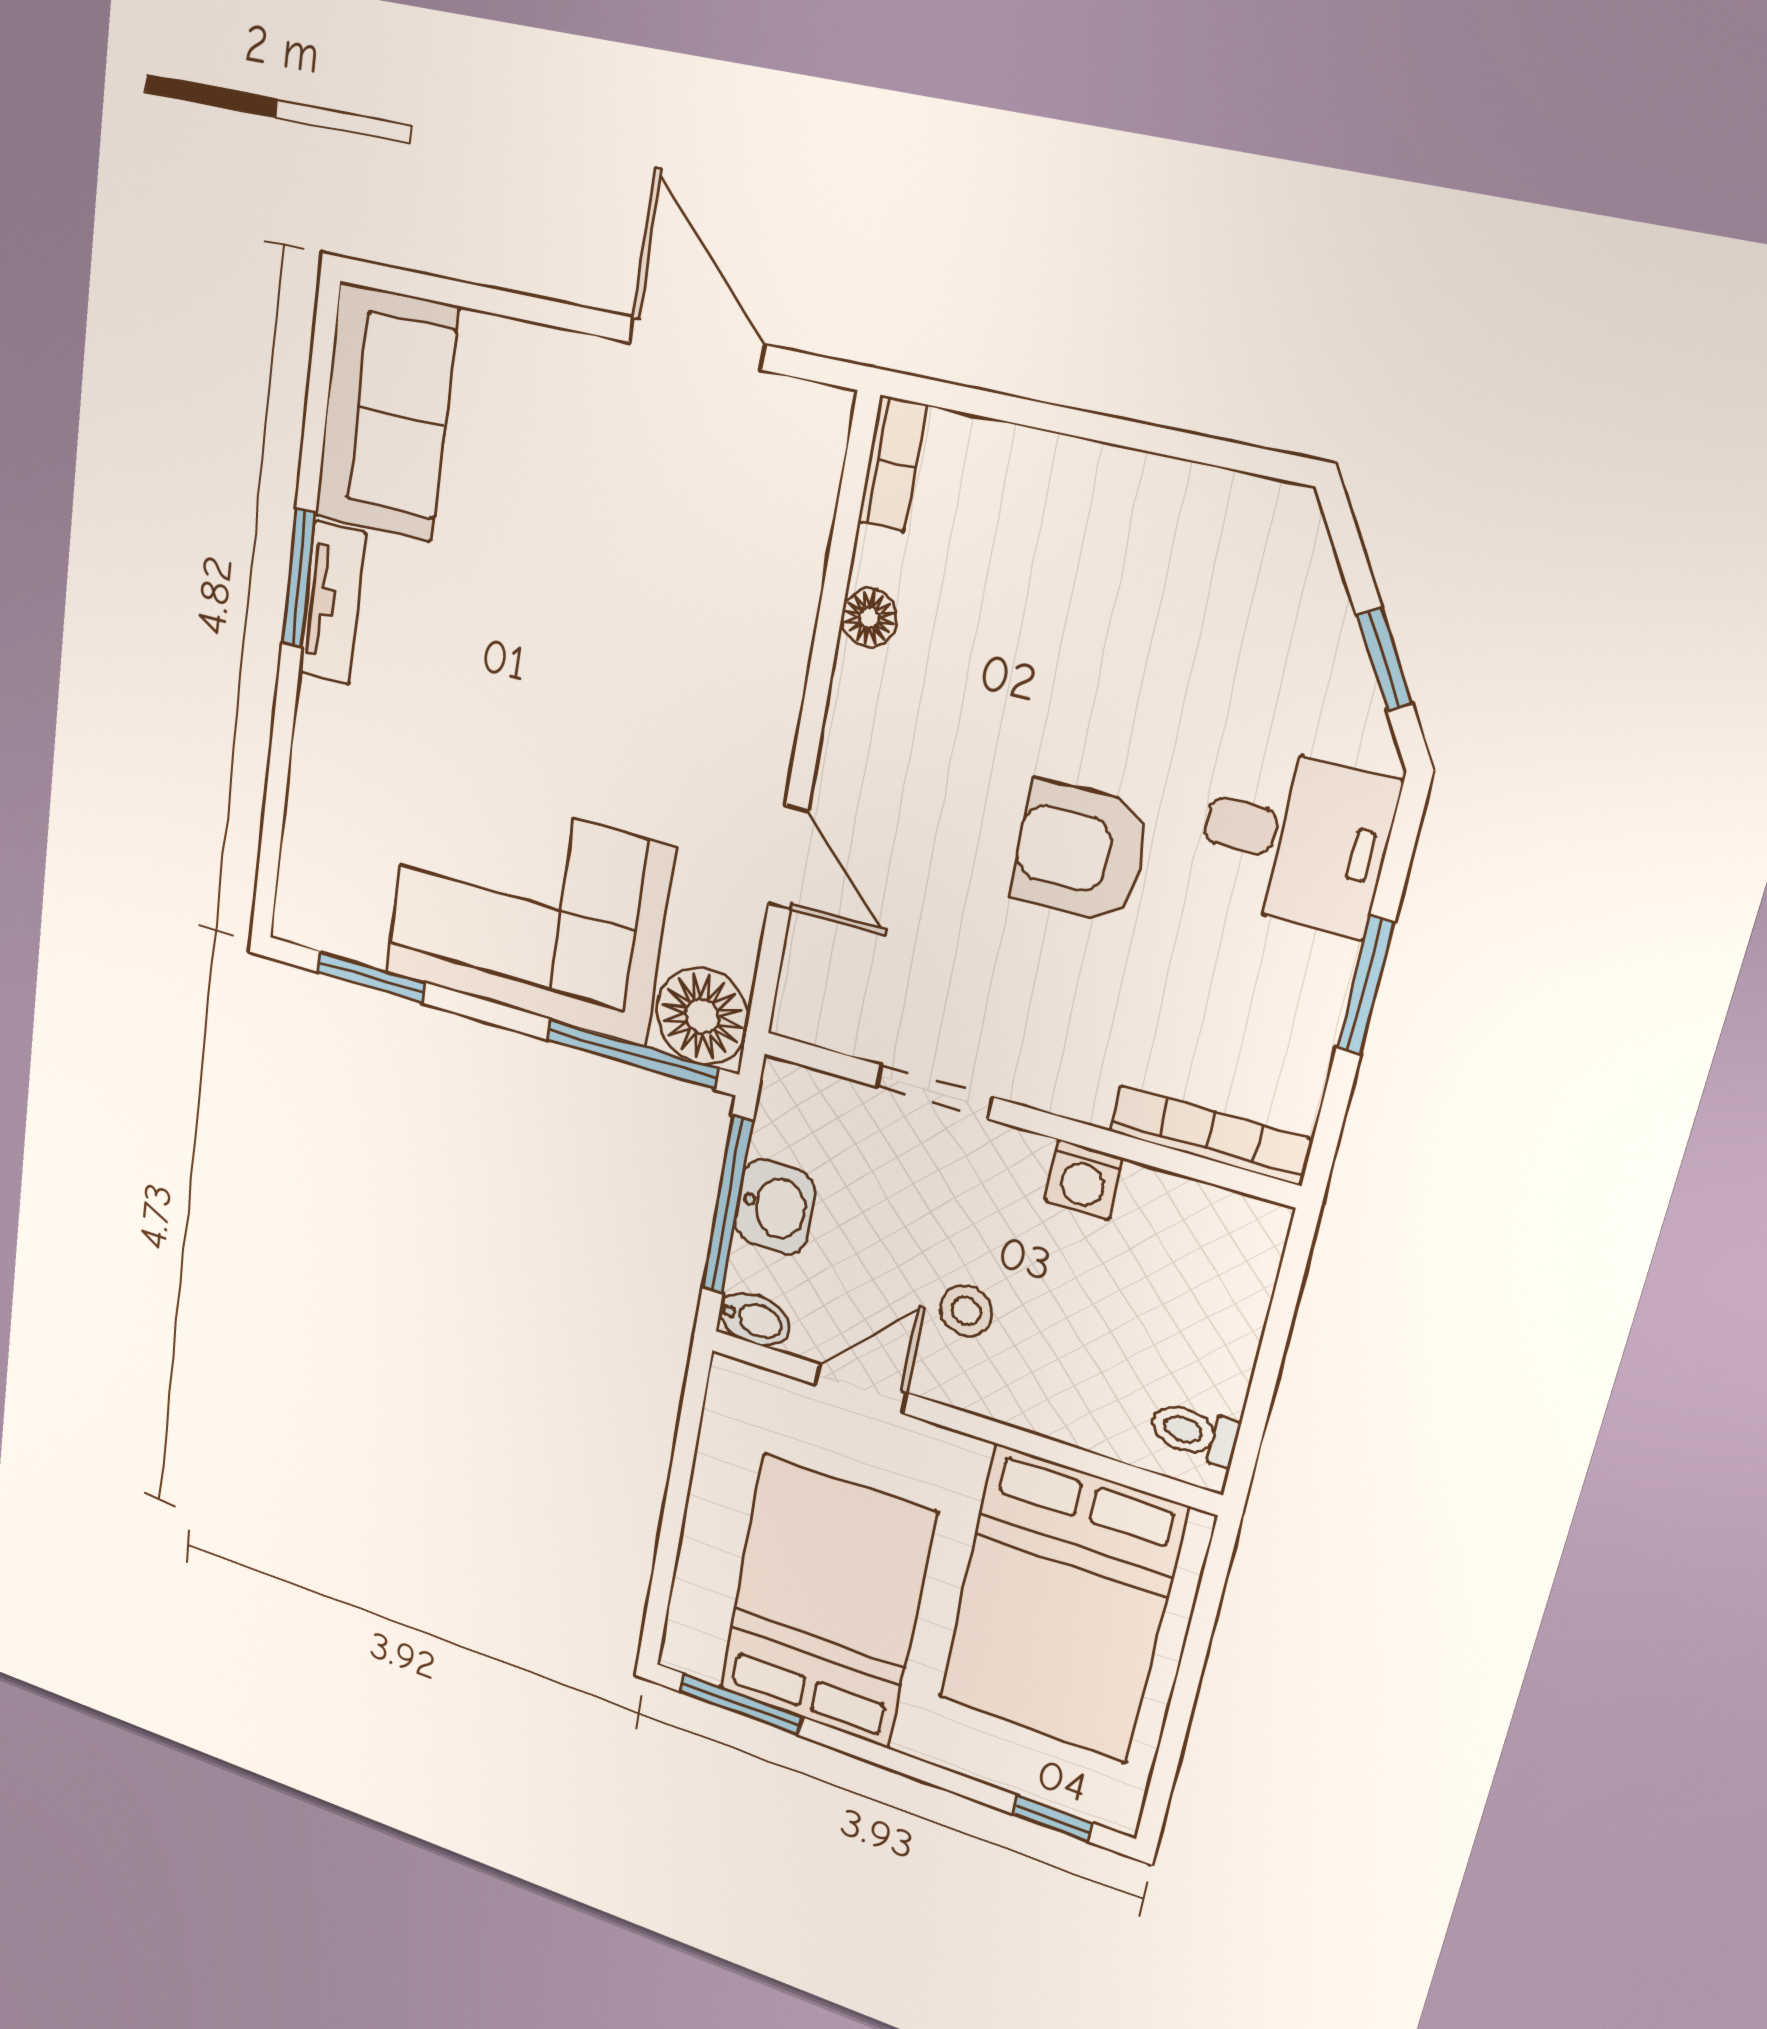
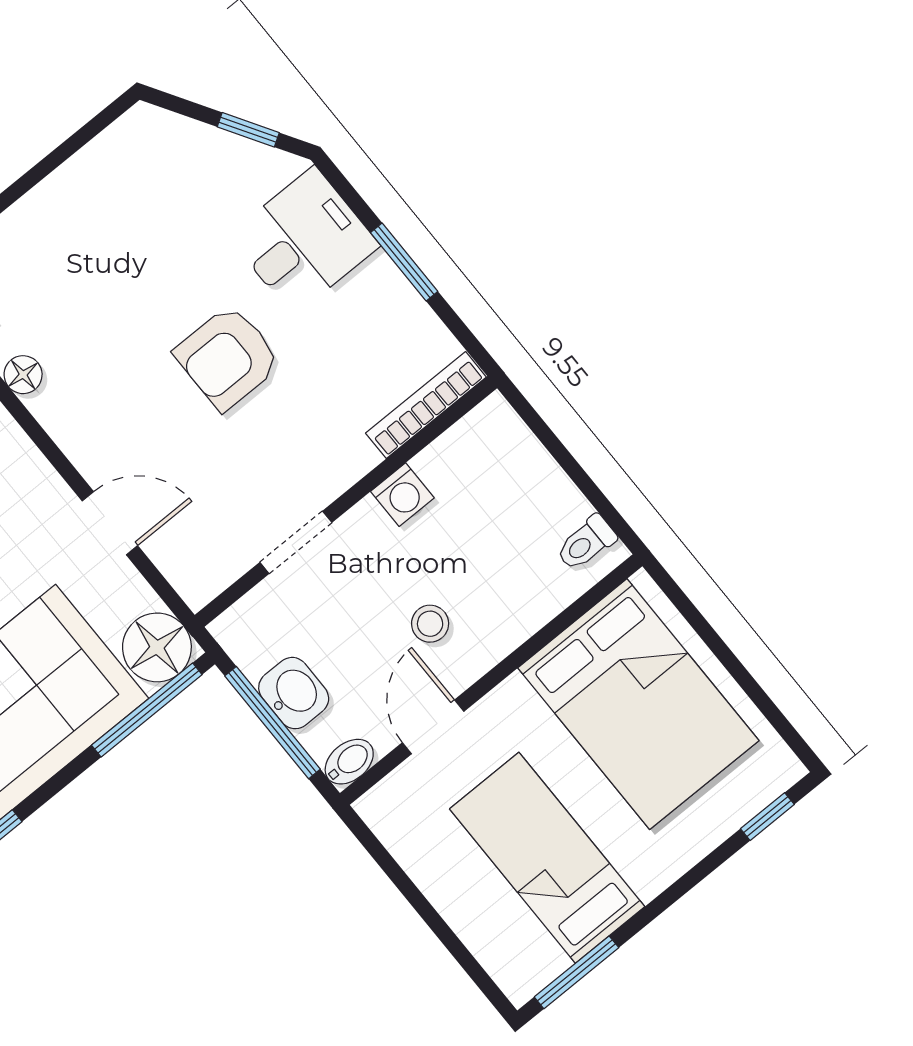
bed: (826, 1602) -> (547, 858), width x0.67

